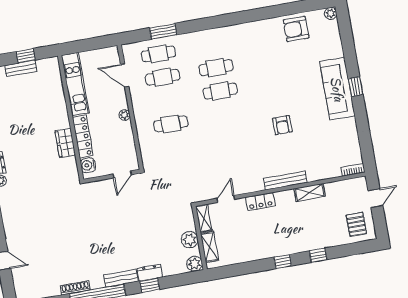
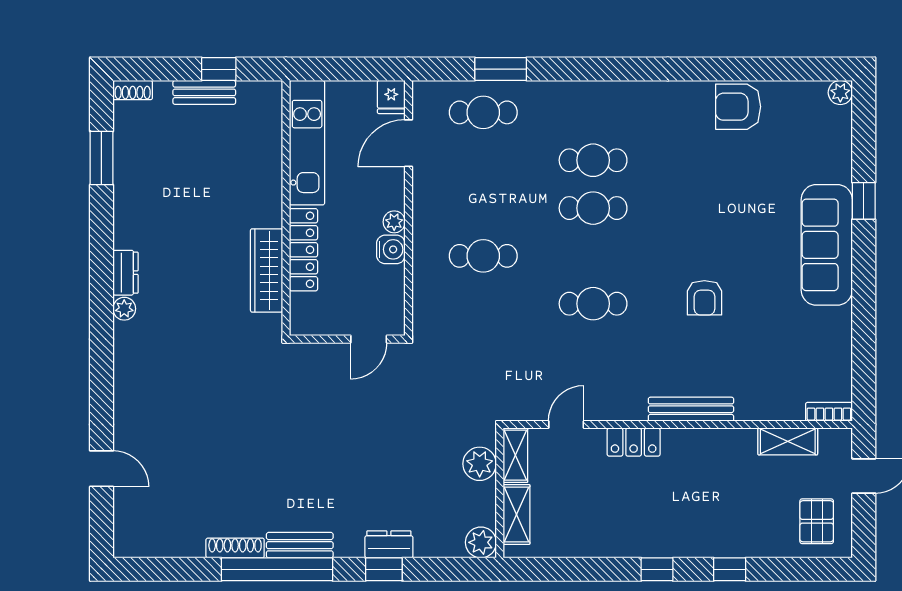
armchair: (296, 29) -> (738, 107), moved
fridge: (112, 54) -> (391, 97), added
door: (125, 75) -> (409, 143), hinge flipped
cafe table: (163, 77) -> (593, 304), moved
window: (356, 87) -> (864, 201), moved
wardrobe: (65, 143) -> (267, 270), width x1.50
water cooler: (88, 165) -> (391, 249), moved, turned 180
shelving: (310, 192) -> (788, 441), moved
plant: (190, 240) -> (480, 464), moved
bench: (121, 278) -> (300, 545), moved

